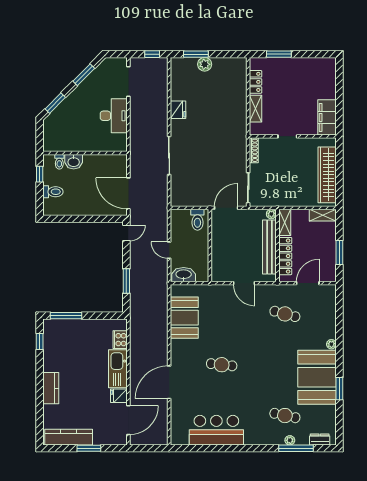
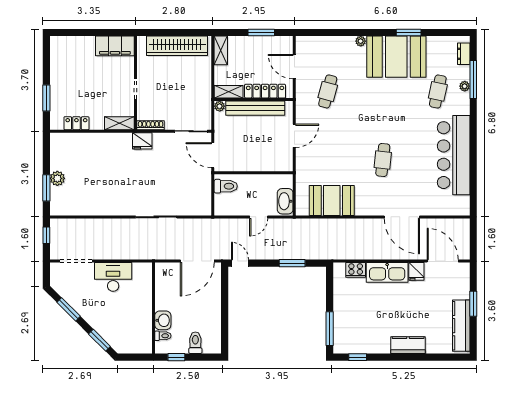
shelving: (256, 109) -> (119, 123), moved
fridge: (178, 110) -> (142, 141), moved, turned 180
bar counter: (216, 430) -> (454, 155), width x1.36

